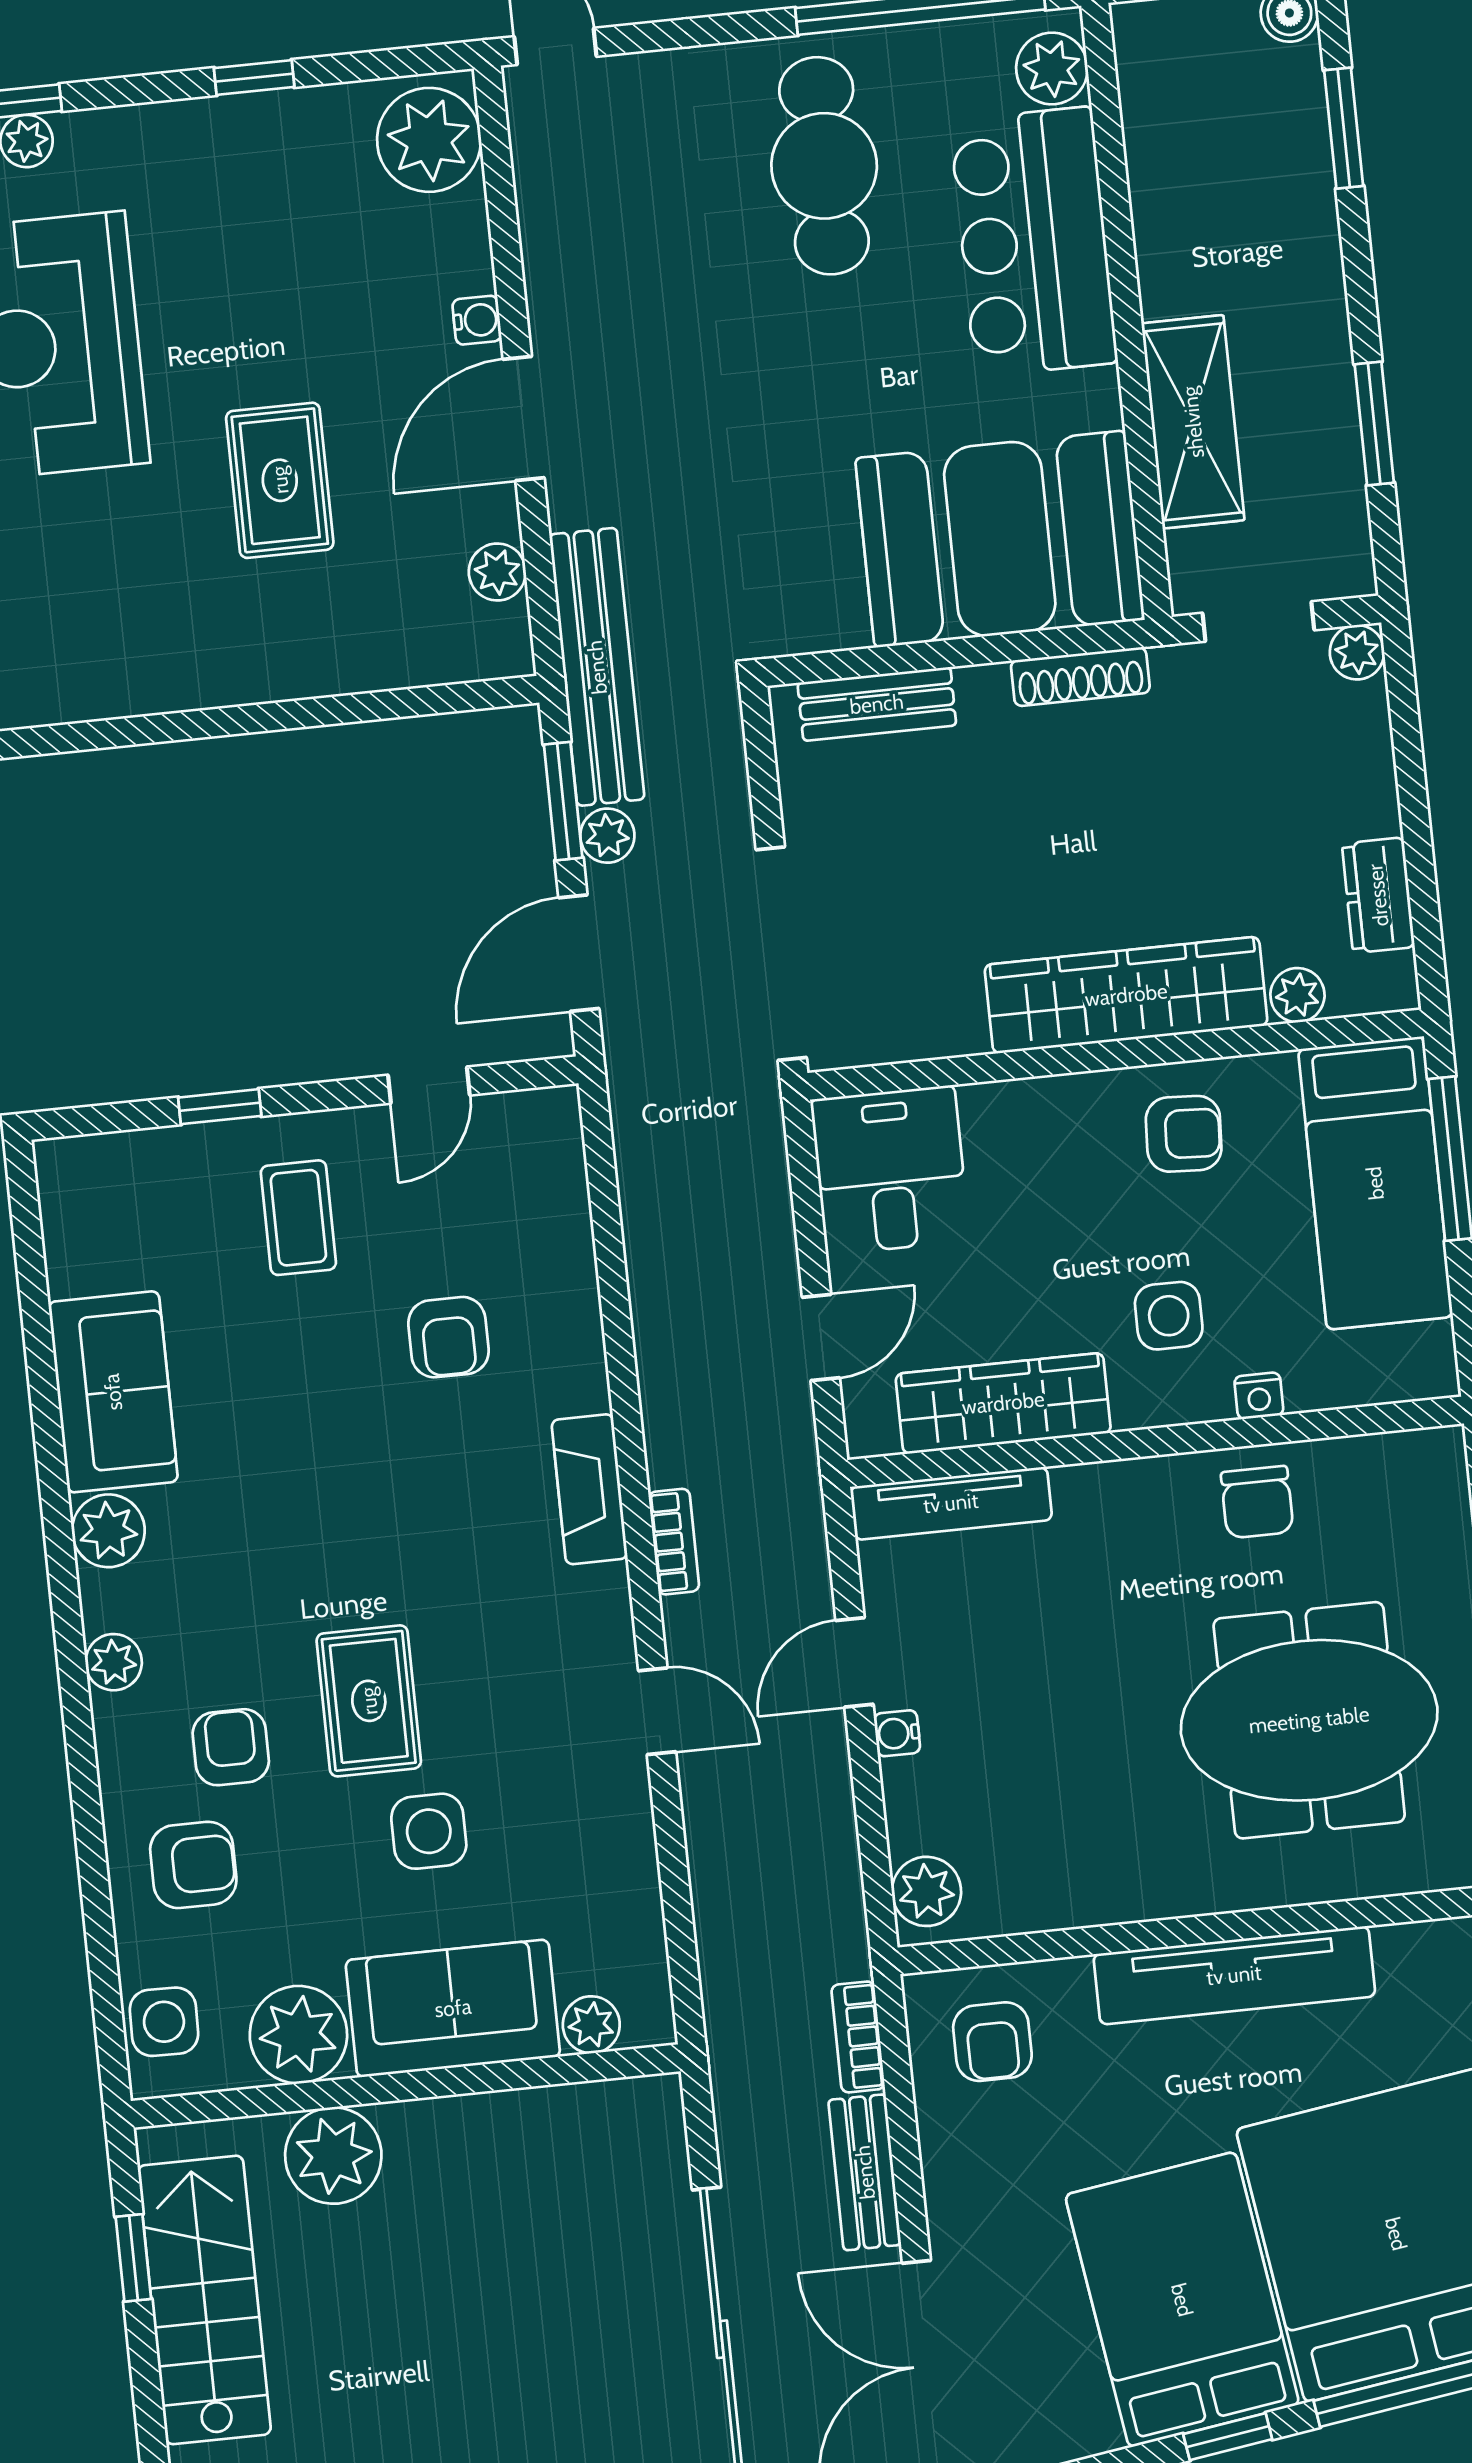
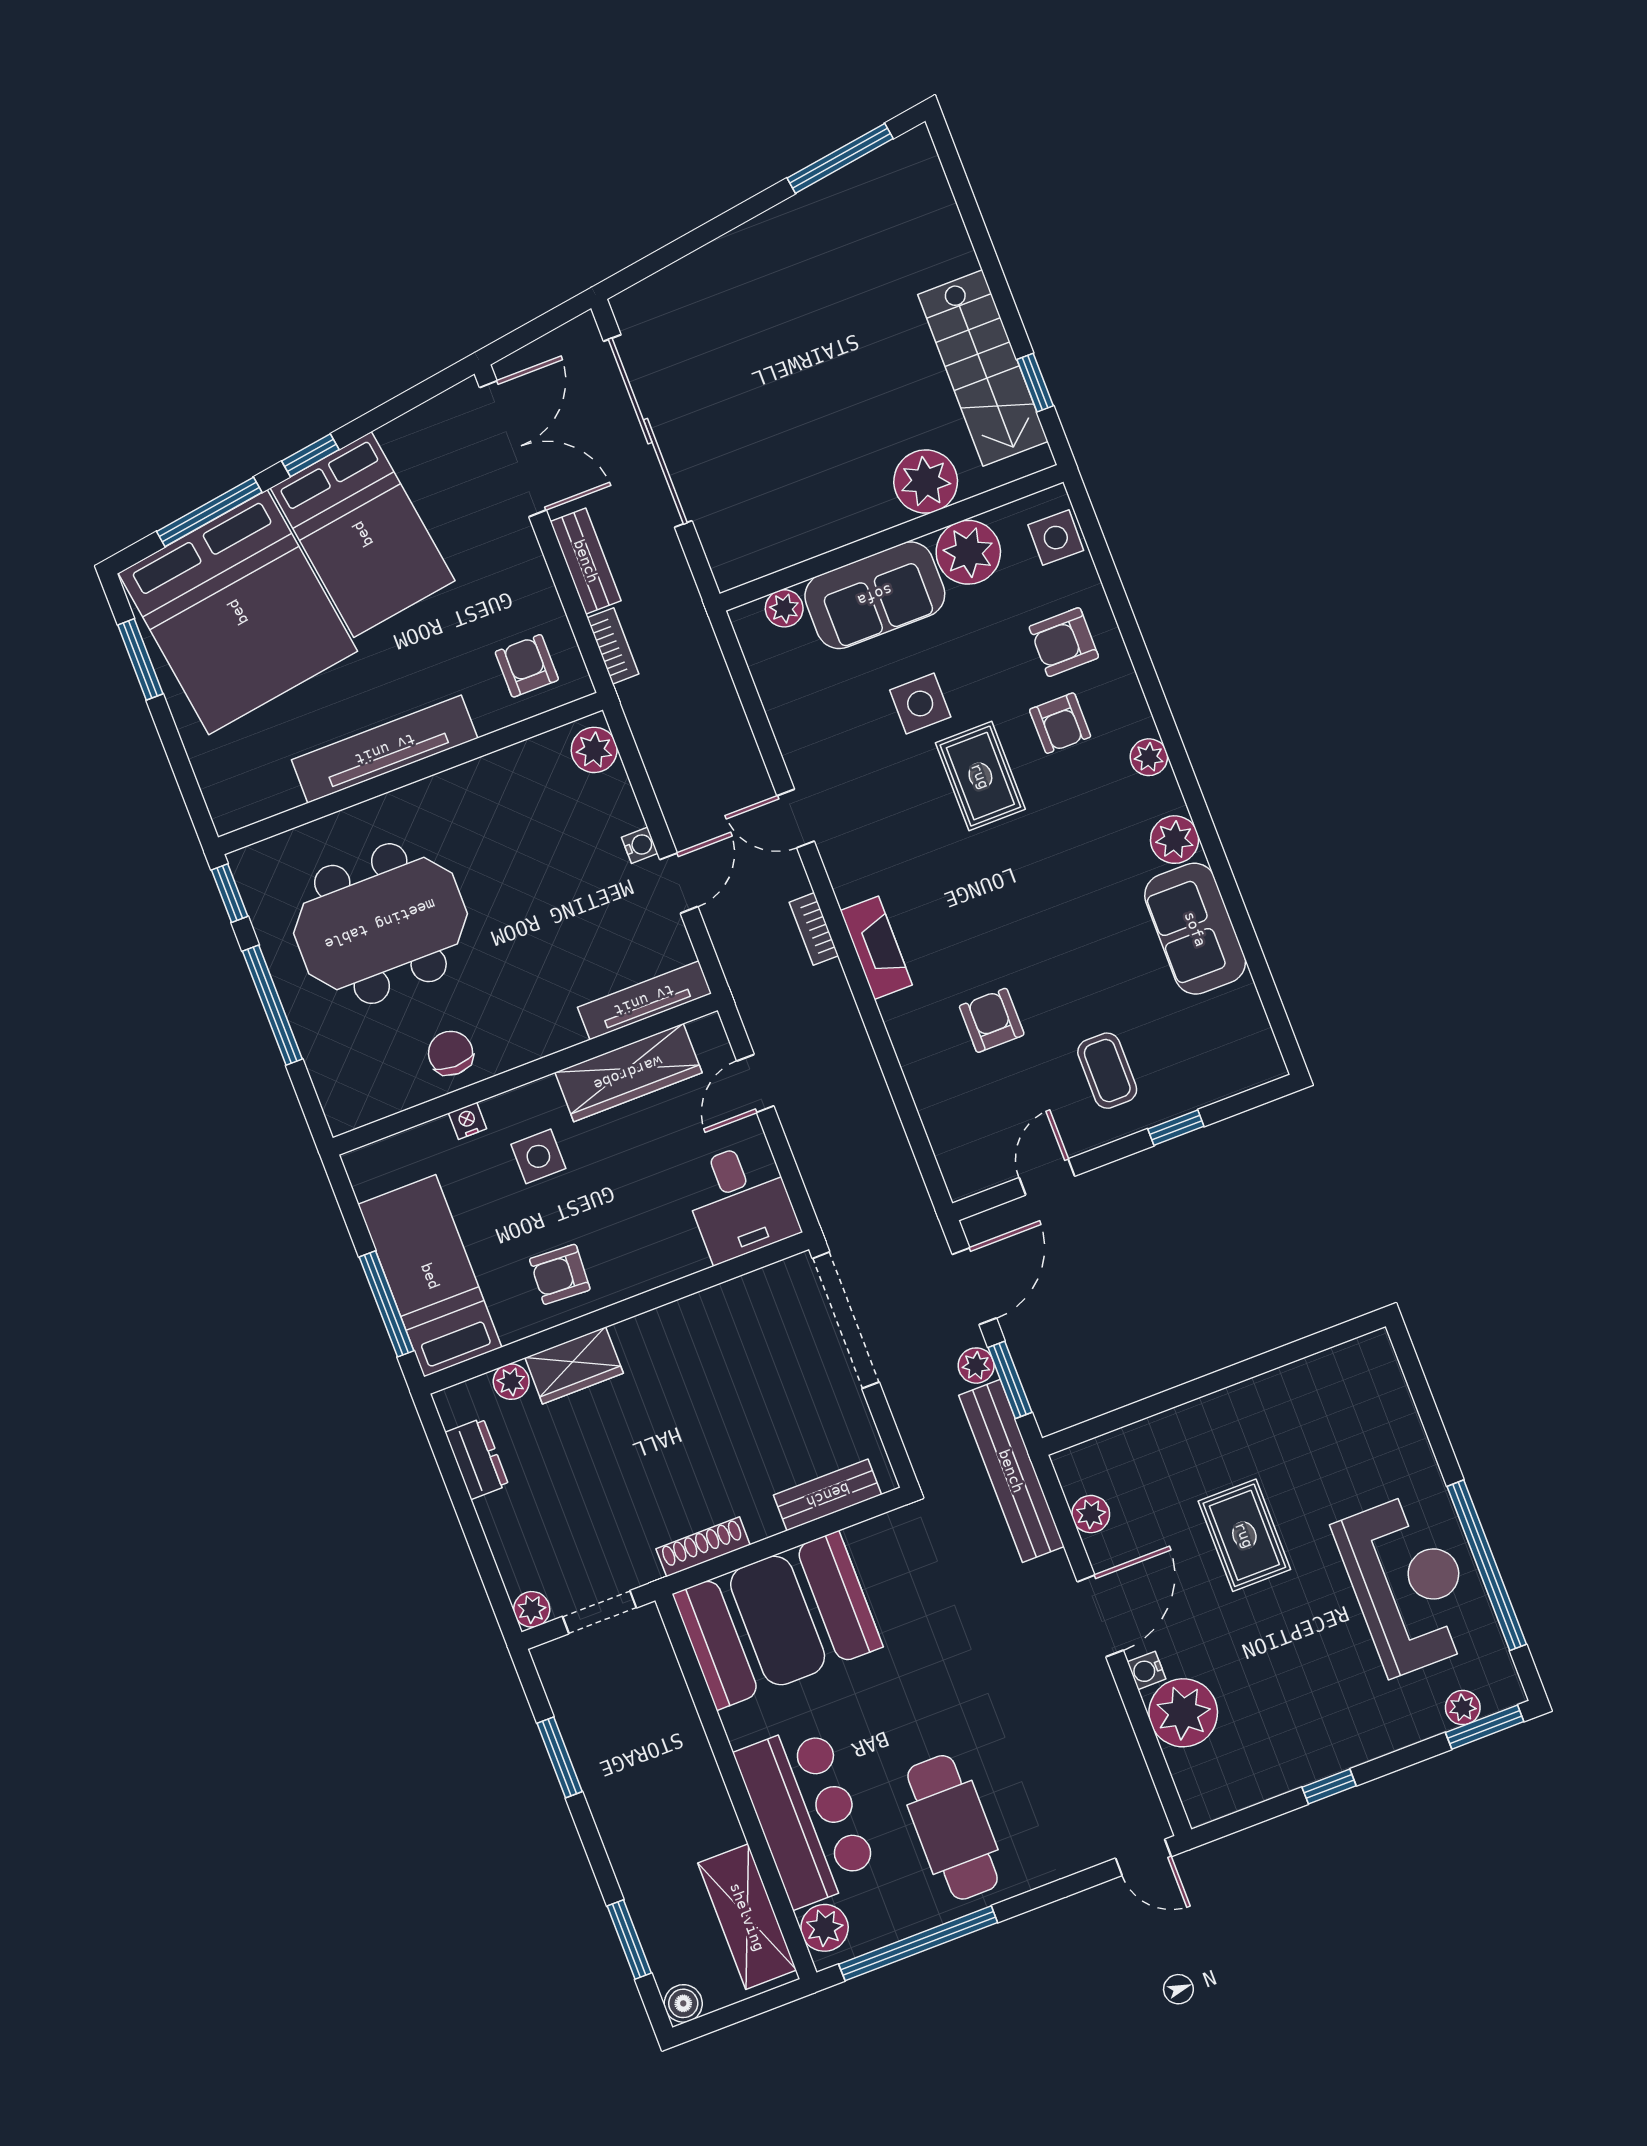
plant: (429, 140) -> (1183, 1713), moved
shelving: (1193, 422) -> (747, 1917), moved
wardrobe: (1126, 995) -> (574, 1365), width x0.48, depth x0.85

